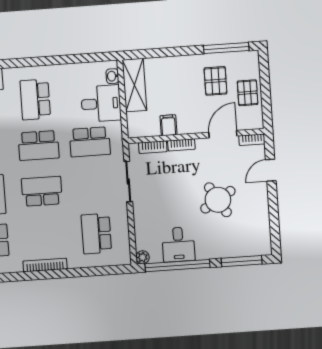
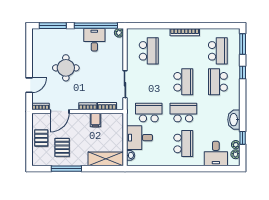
window: (226, 48) -> (66, 169), moved
shelving: (134, 85) -> (106, 159), moved, turned 90
school desk: (42, 191) -> (183, 82), turned -90
round table: (218, 200) -> (66, 68), turned 31

